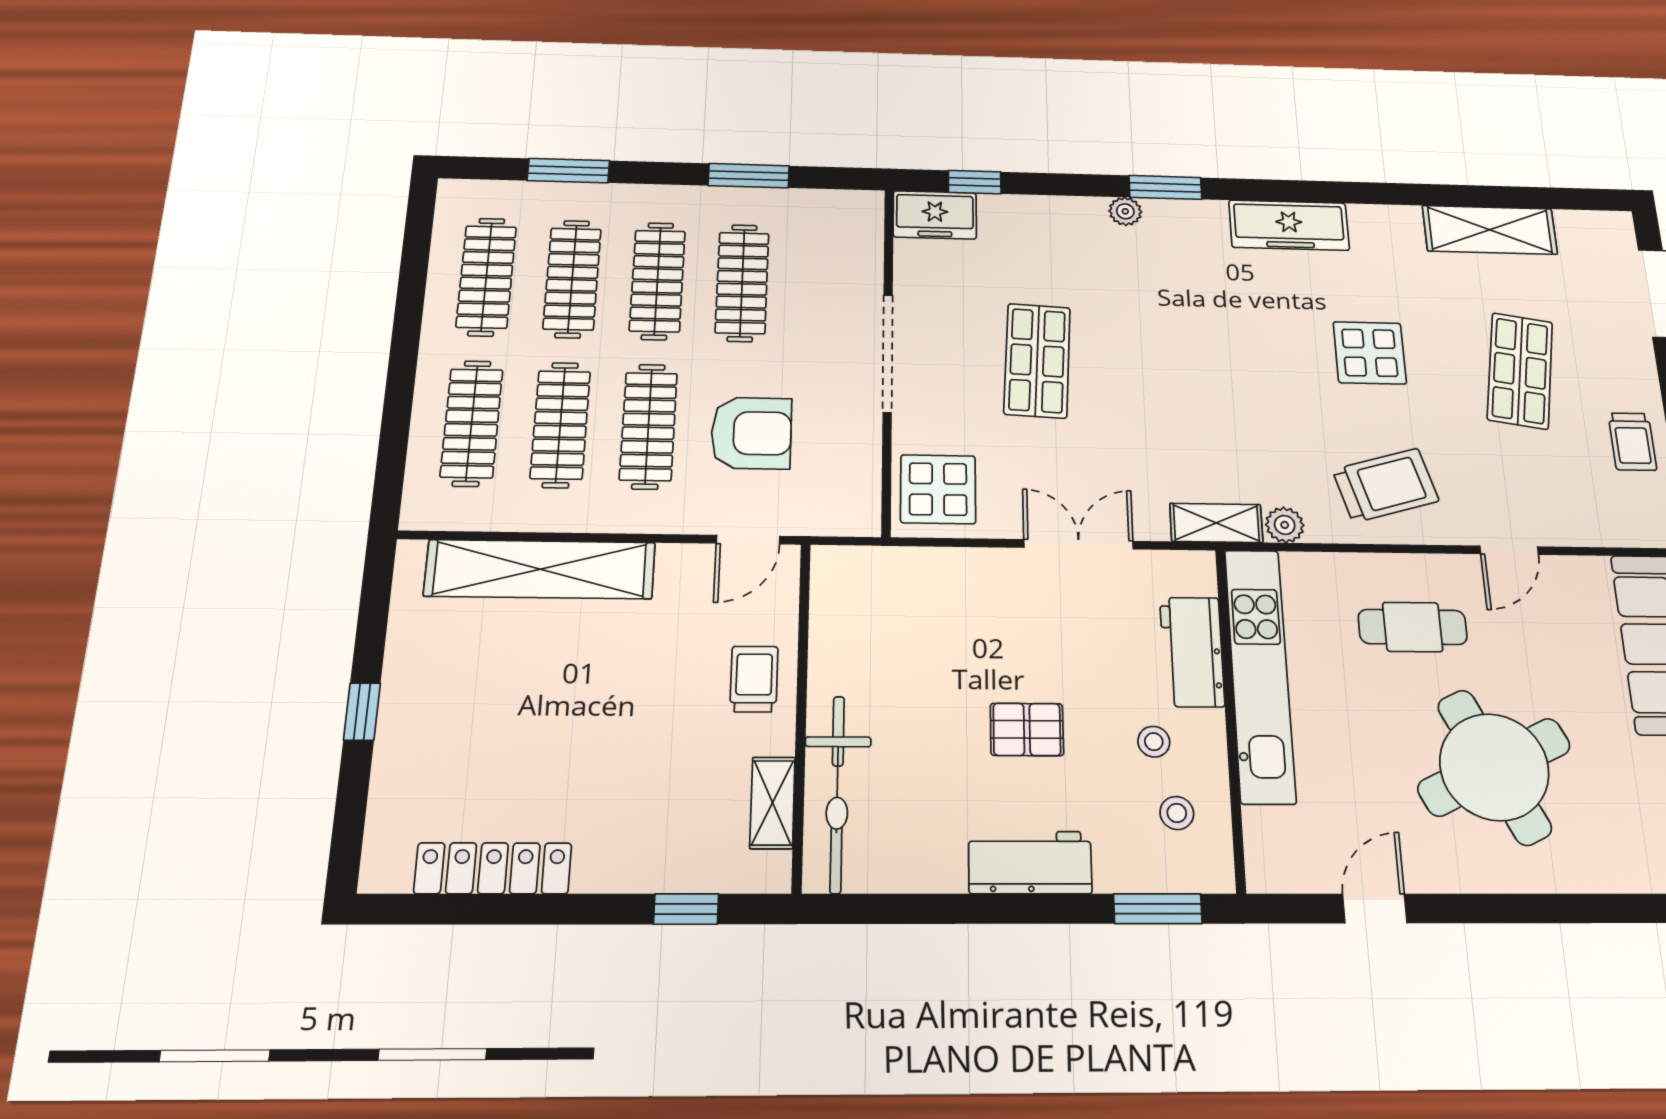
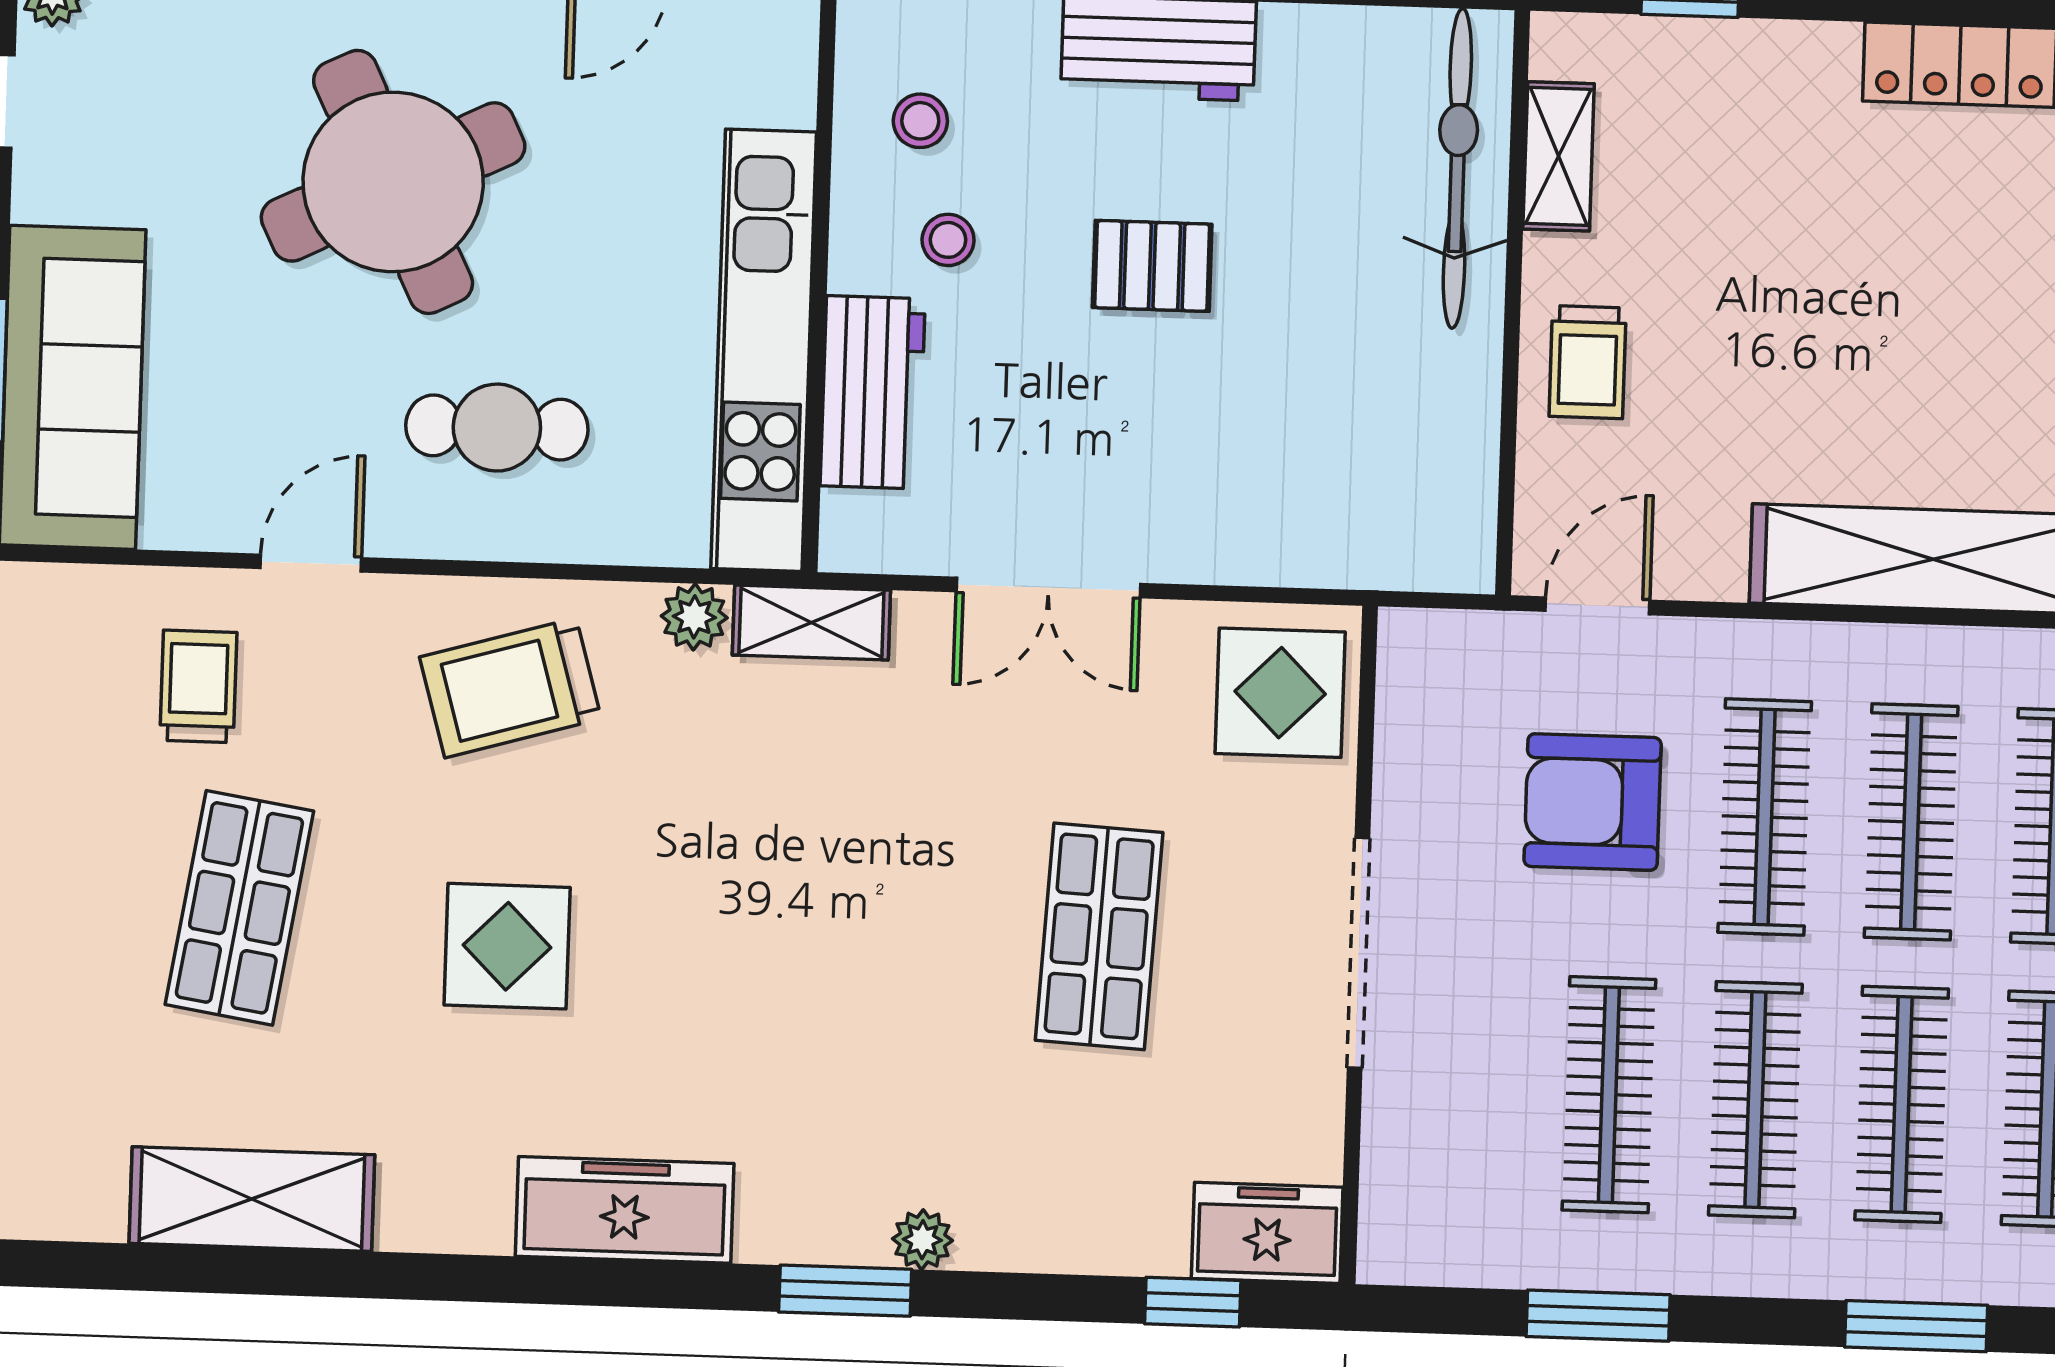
trolley: (1632, 442) -> (198, 686), moved

